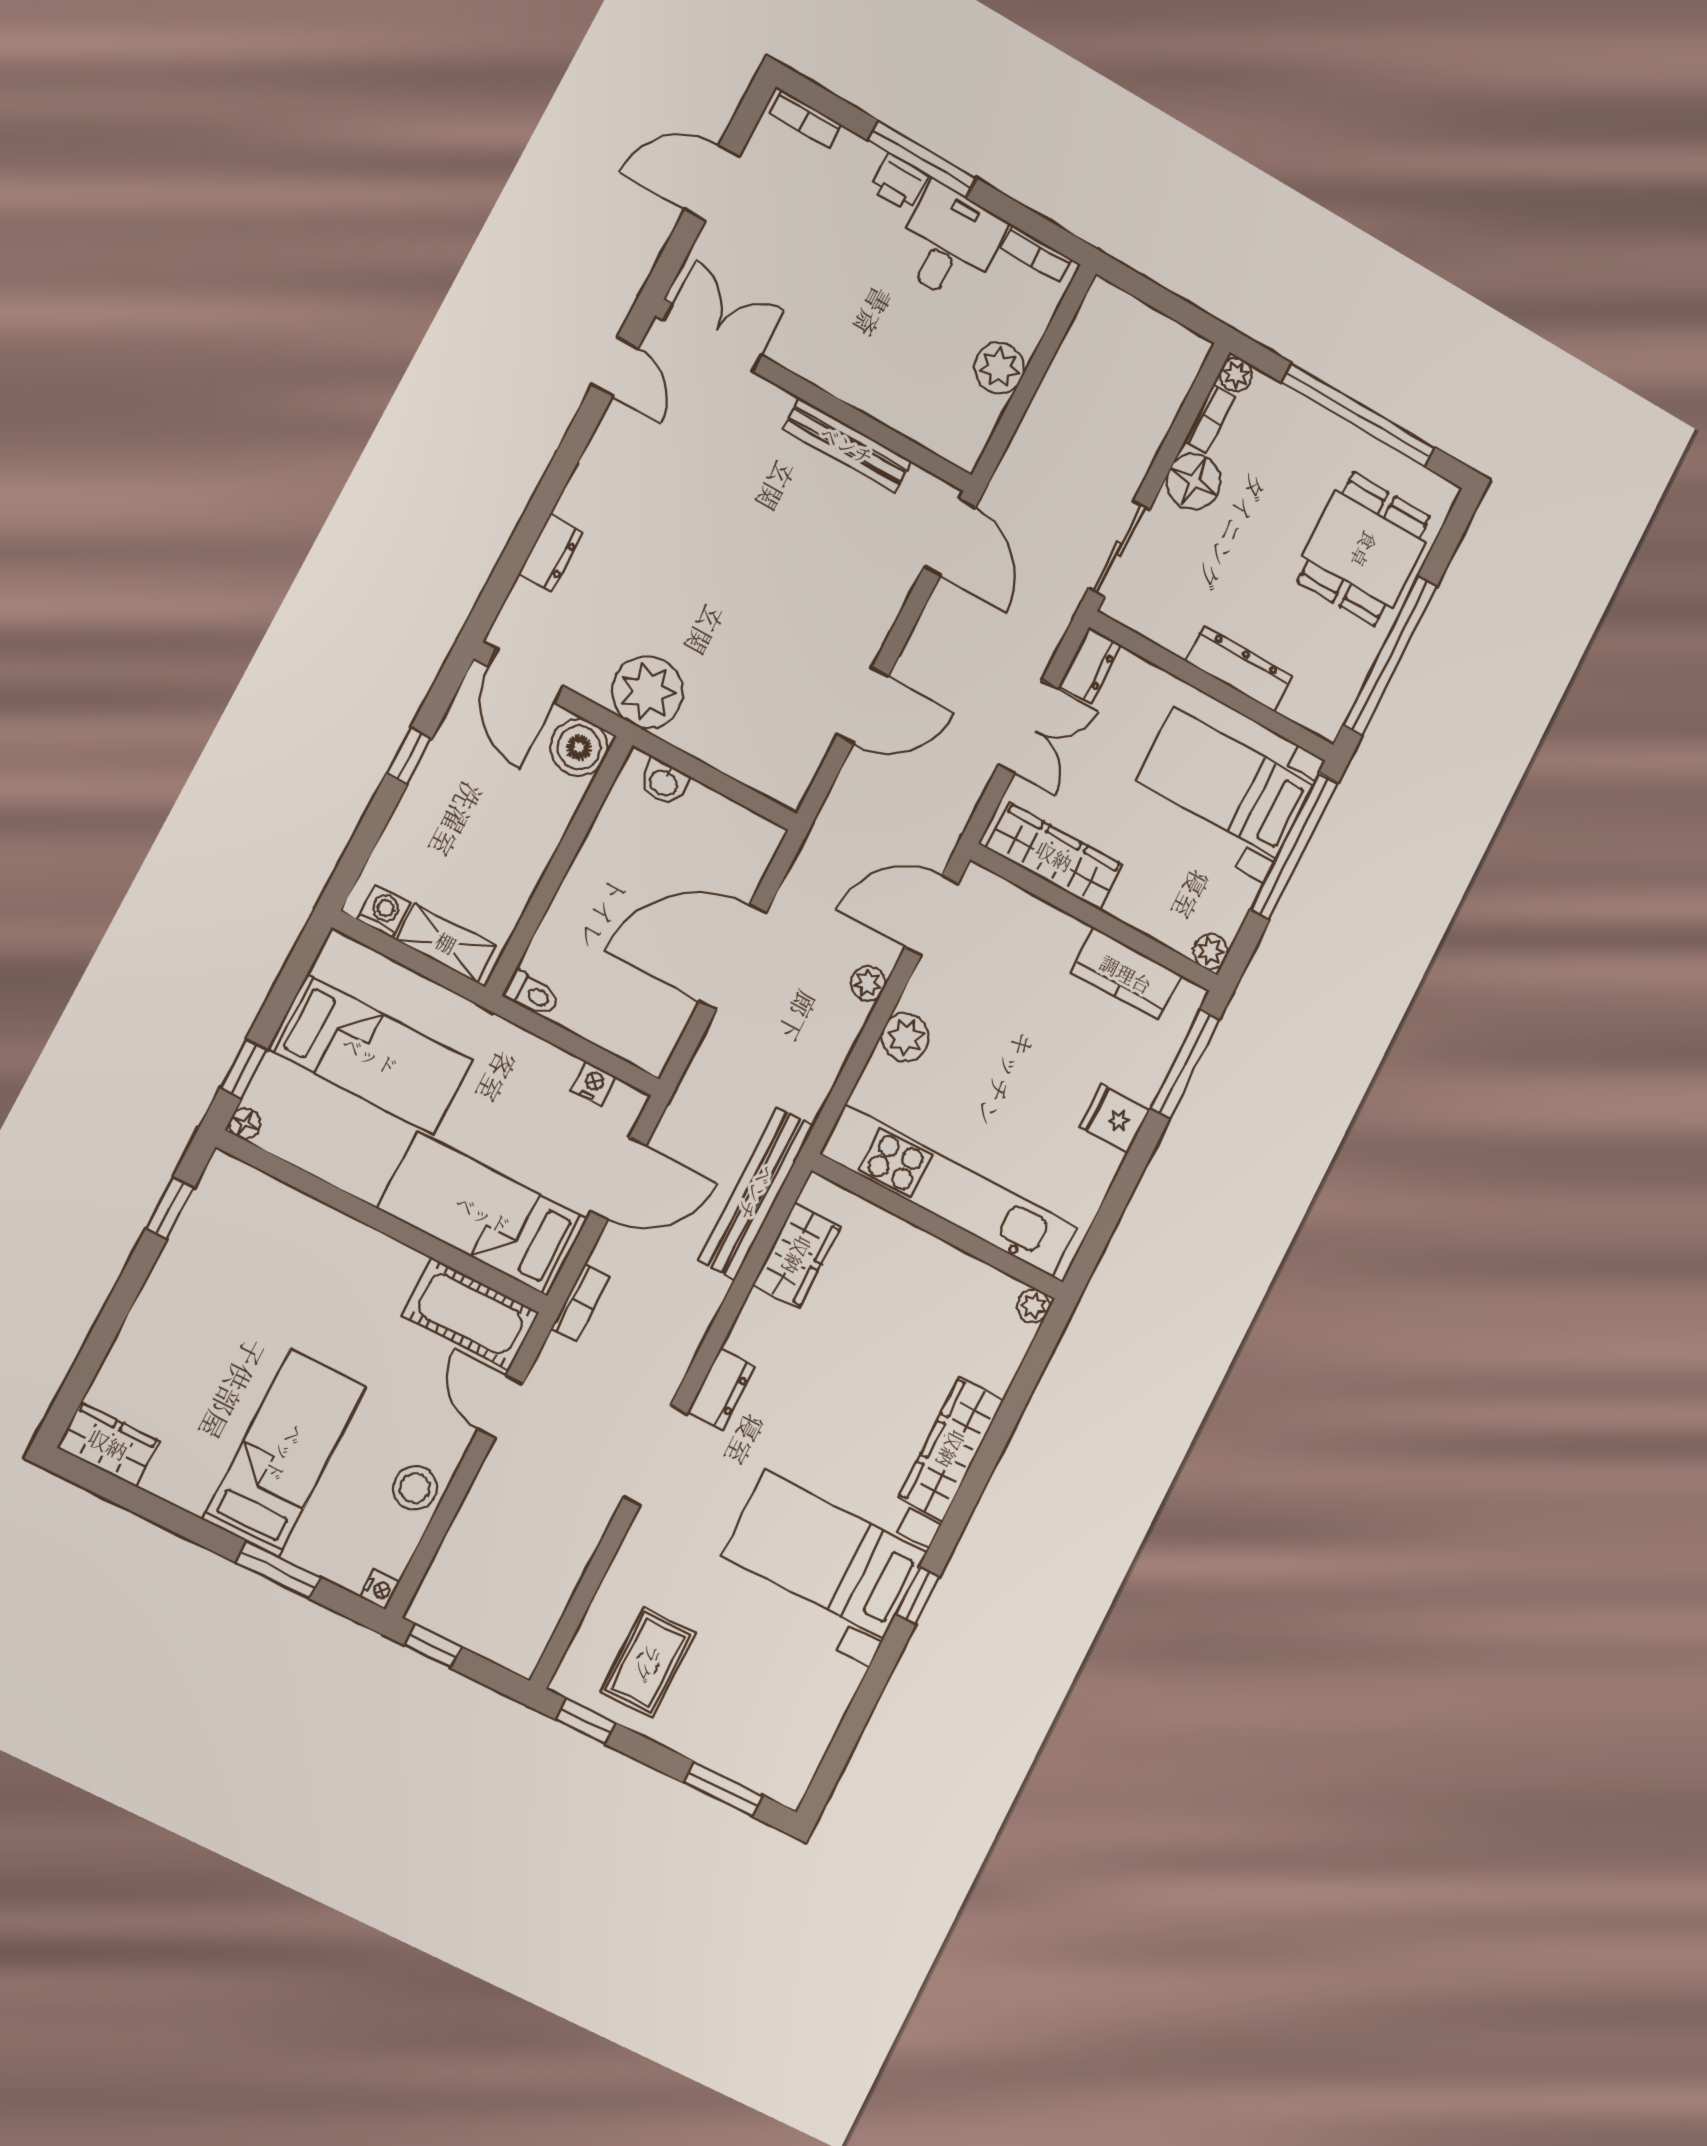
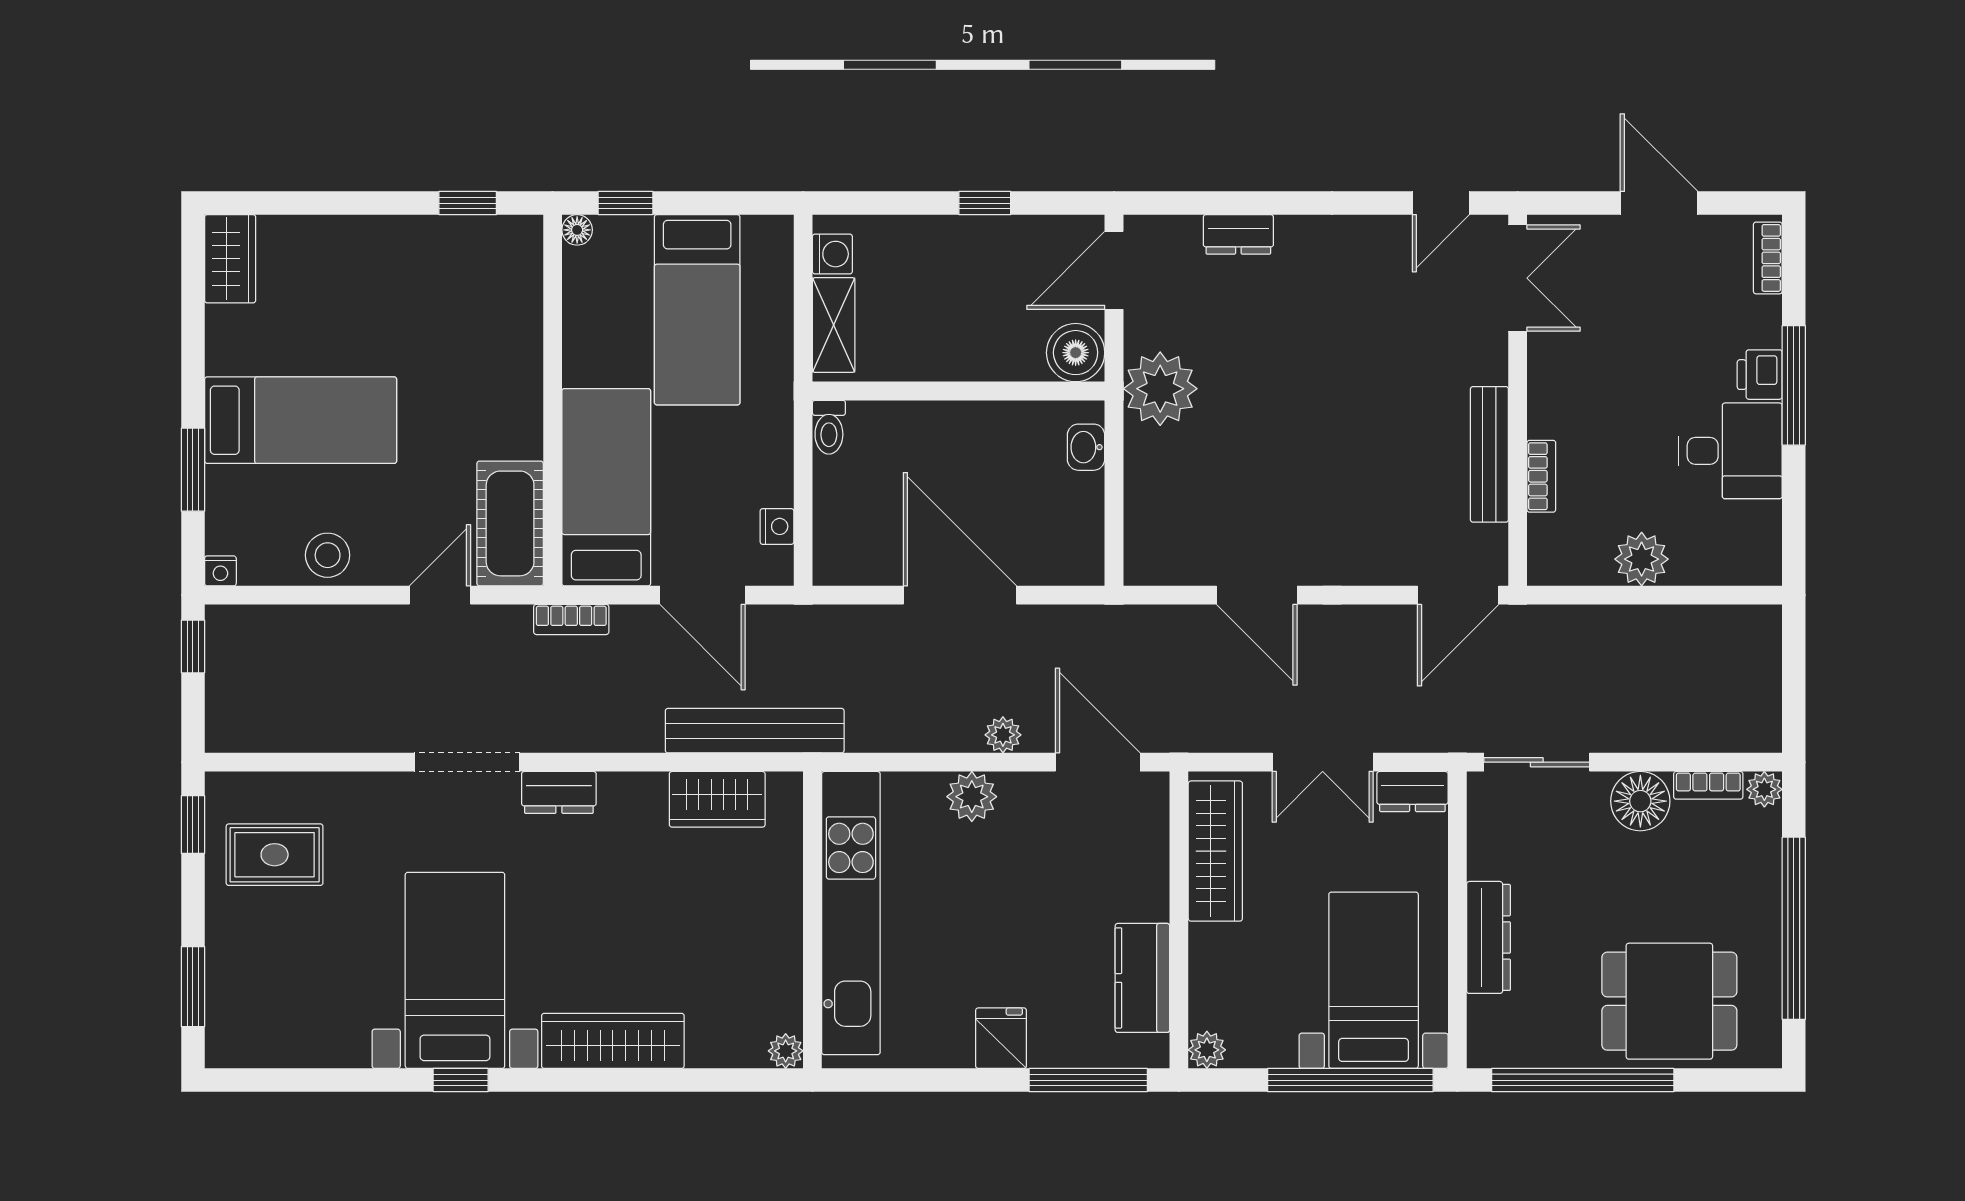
bookcase: (1036, 254) -> (1541, 476), moved, turned 180

